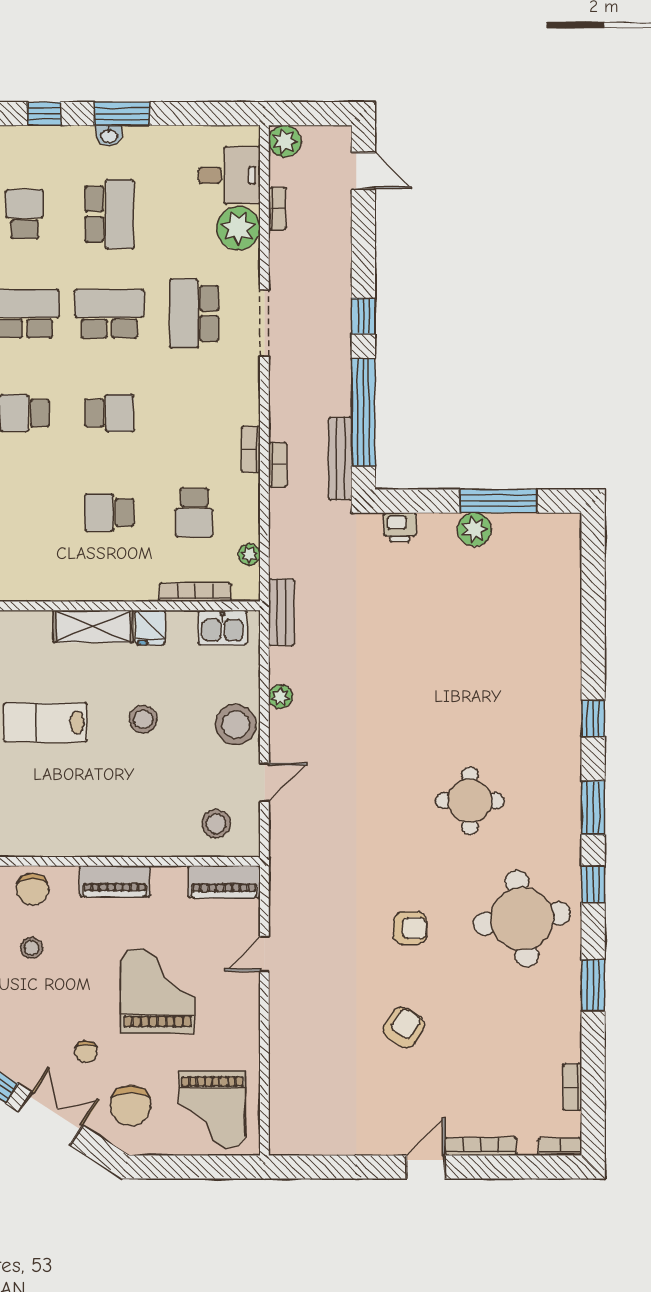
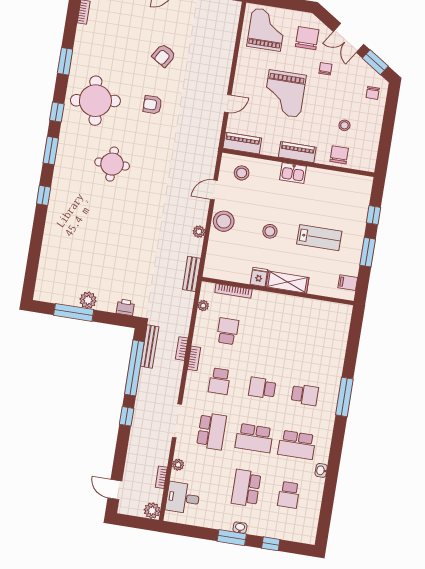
plant: (238, 228) -> (178, 465), width x0.53, depth x0.53
school desk: (109, 513) -> (220, 381), moved, turned 90
kitchen sink: (222, 628) -> (293, 173), moved, turned 180

